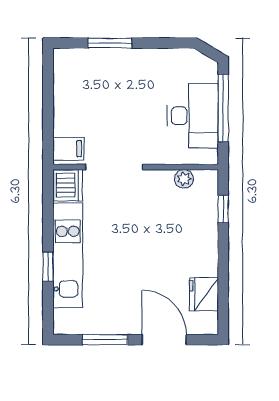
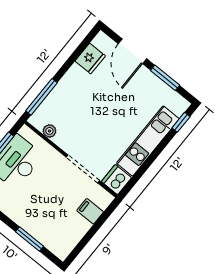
filing cabinet: (68, 149) -> (90, 211), moved
window: (223, 209) -> (41, 97), width x2.17
window: (48, 267) -> (181, 122), moved

